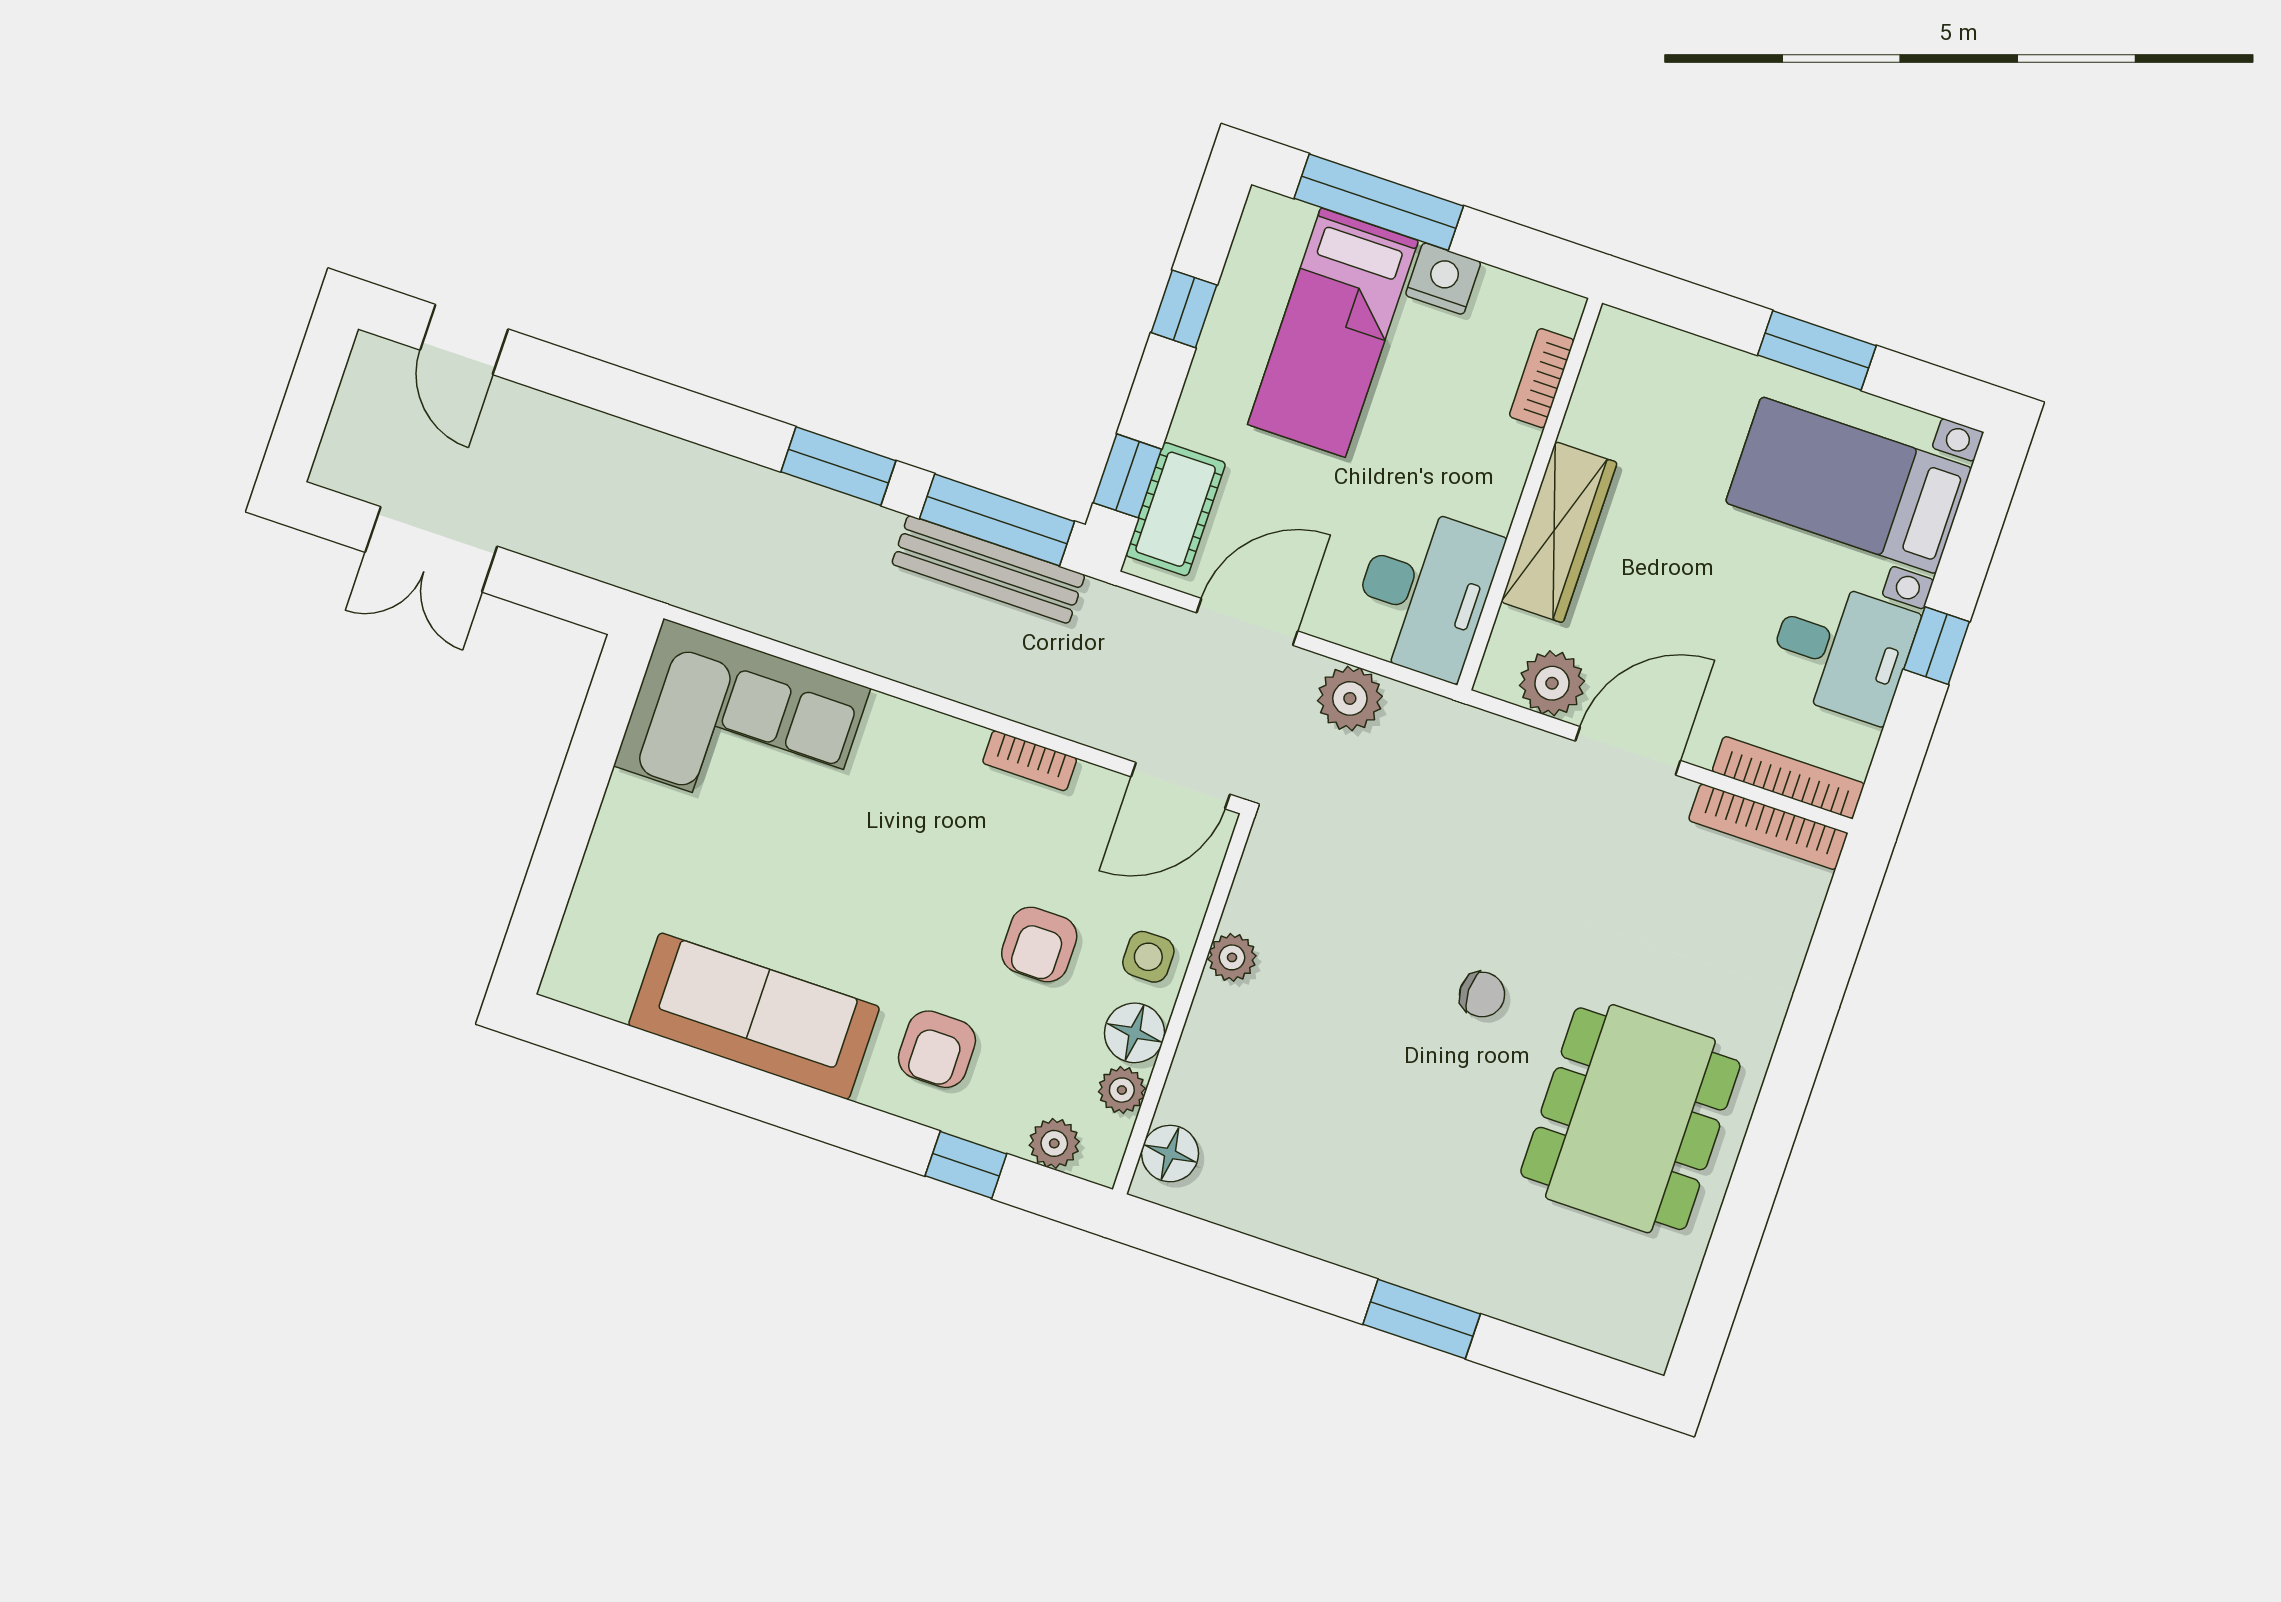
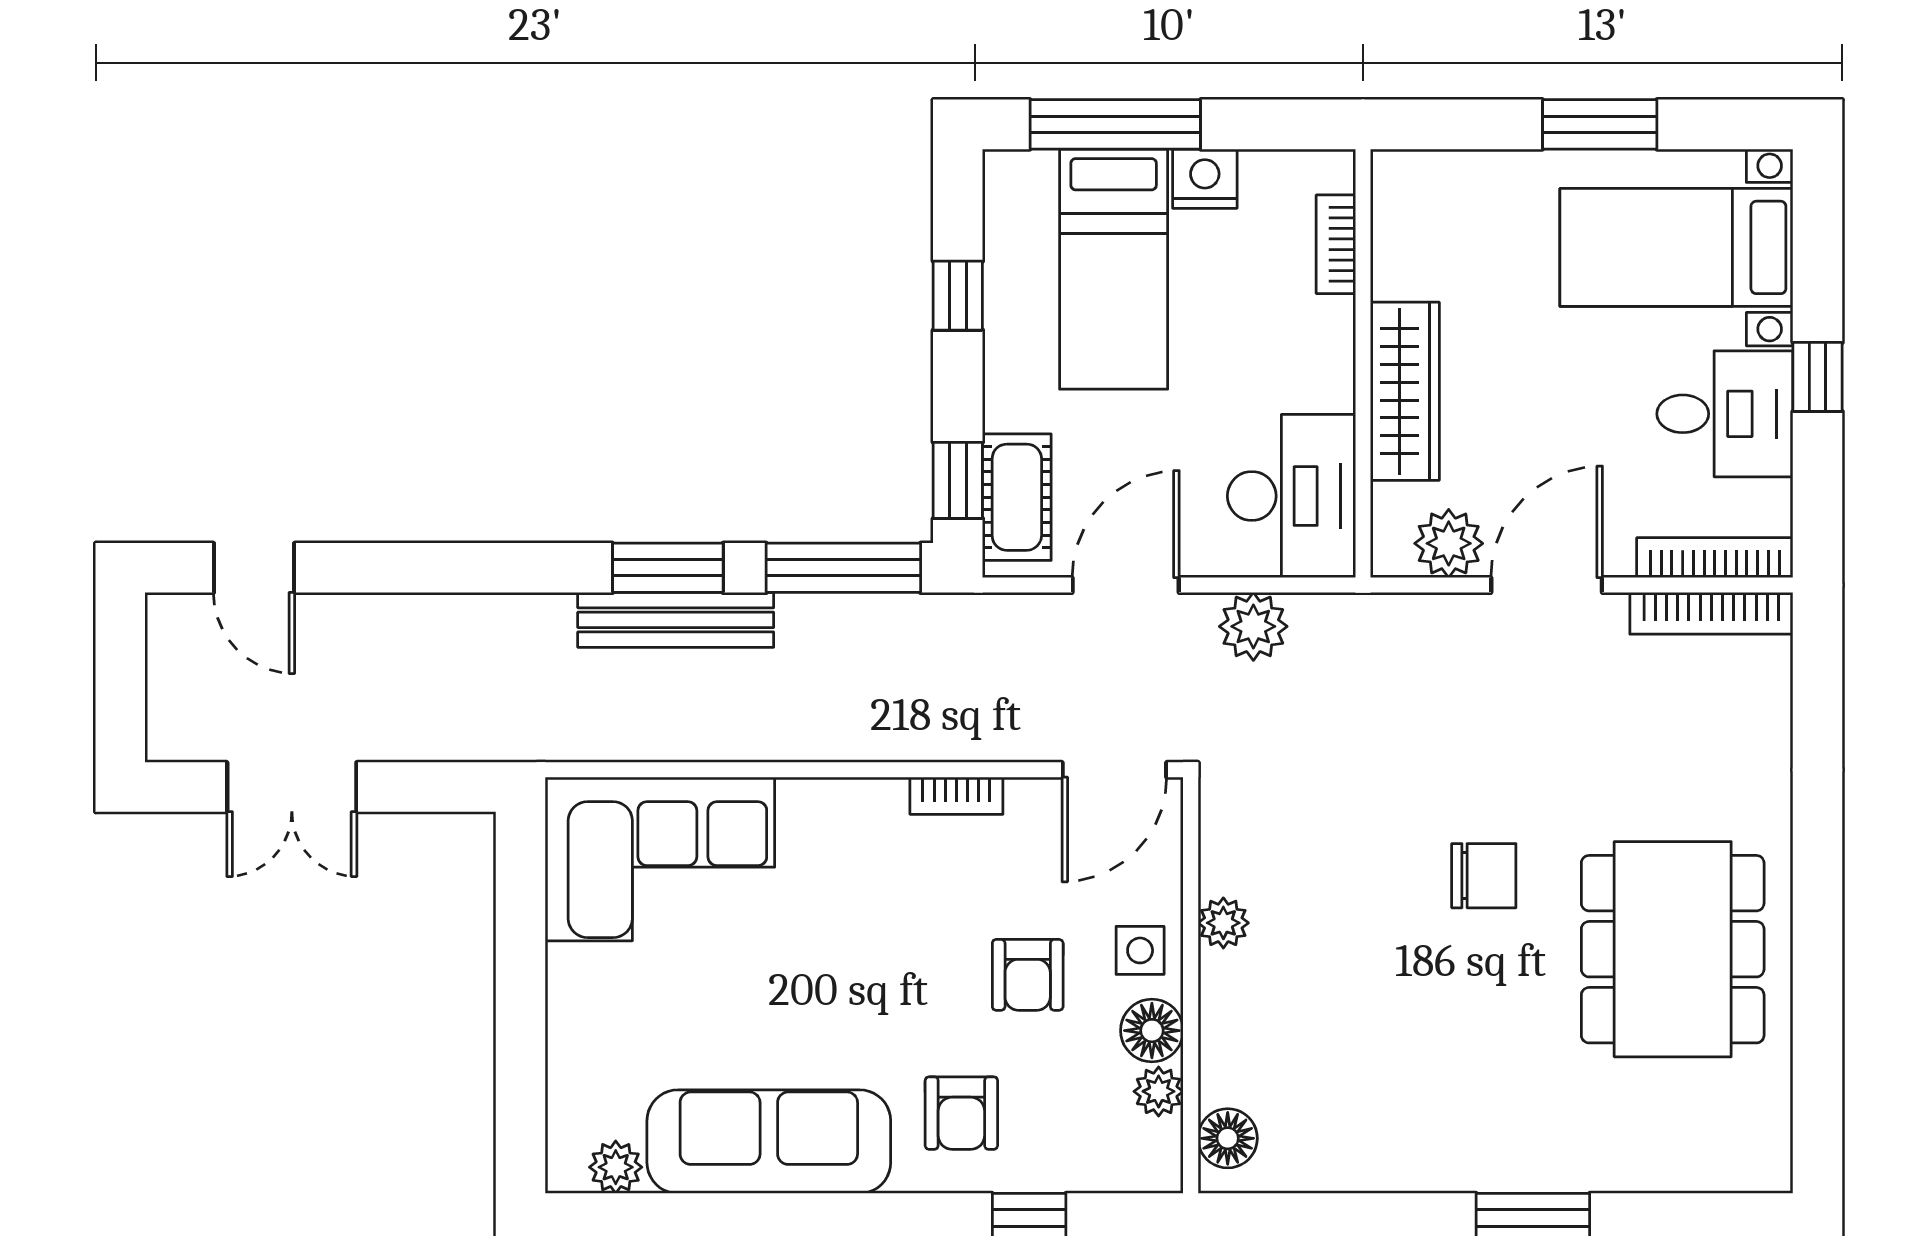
bench: (988, 569) -> (676, 620), moved
chair: (1482, 994) -> (1484, 876), width x1.37, depth x1.37
plant: (1054, 1143) -> (616, 1167), moved

